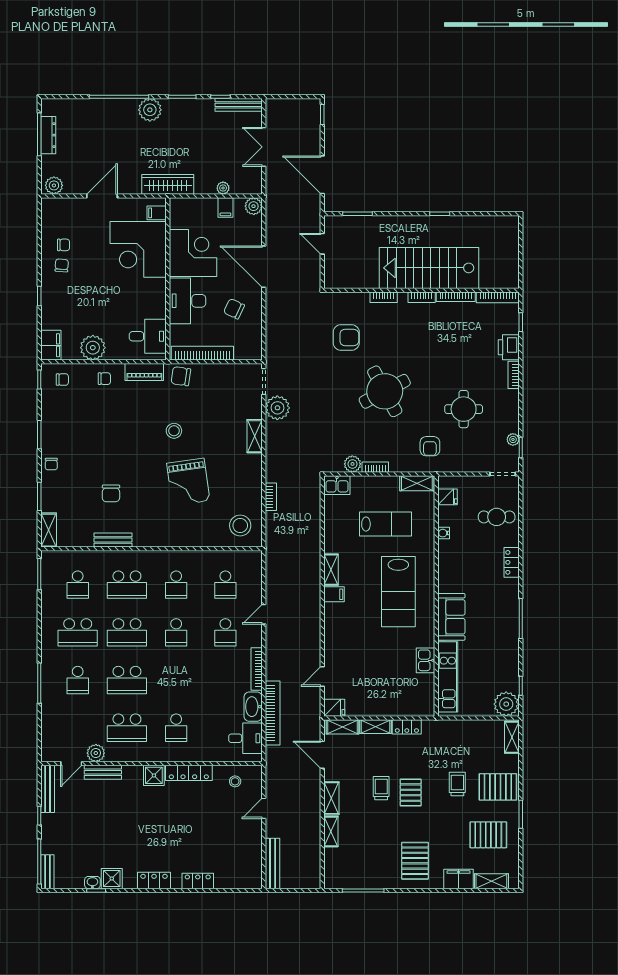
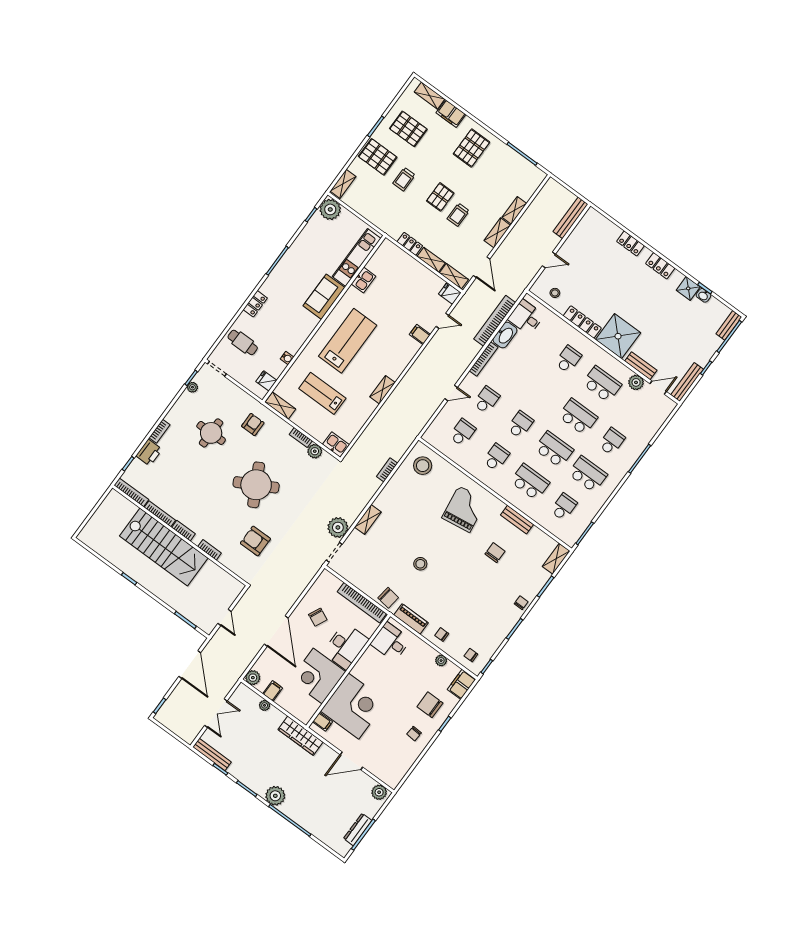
chair: (63, 245) -> (430, 705), moved, width x1.87, depth x1.87
plant: (93, 348) -> (441, 661), width x0.53, depth x0.53
grand piano: (188, 482) -> (464, 509), moved
filing cabinet: (334, 594) -> (420, 335), moved
shower: (154, 775) -> (618, 336), width x1.86, depth x1.86

